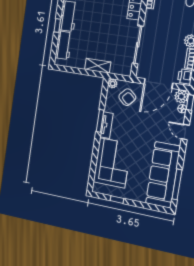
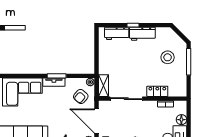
shelving: (98, 66) -> (103, 86), moved

